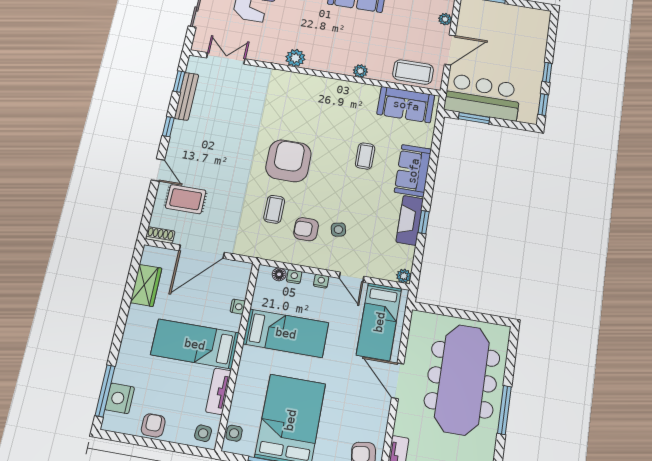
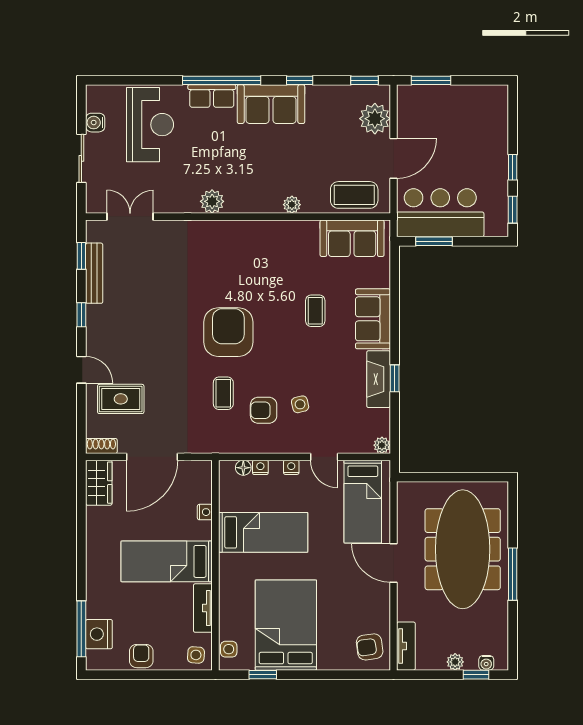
plant: (445, 19) -> (375, 119), width x1.88, depth x1.88
wardrobe: (146, 285) -> (99, 483), moved

